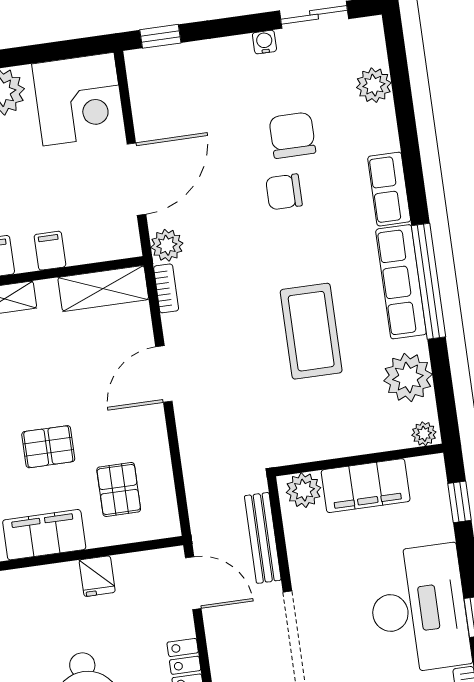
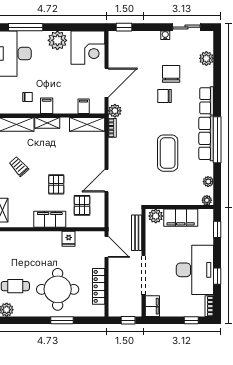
filing cabinet: (50, 251) -> (84, 106), moved
door: (164, 374) -> (106, 181), moved
plant: (408, 378) -> (208, 182), width x0.53, depth x0.53
pallet: (48, 447) -> (56, 184), turned 90

